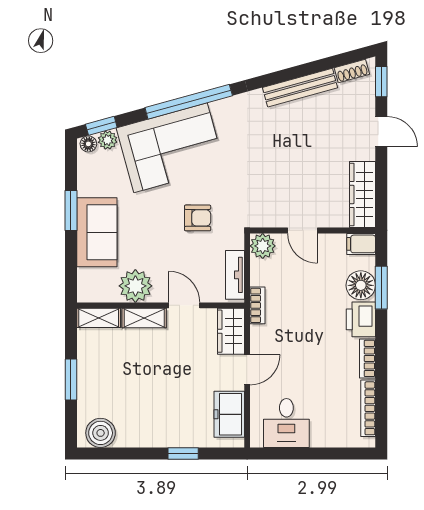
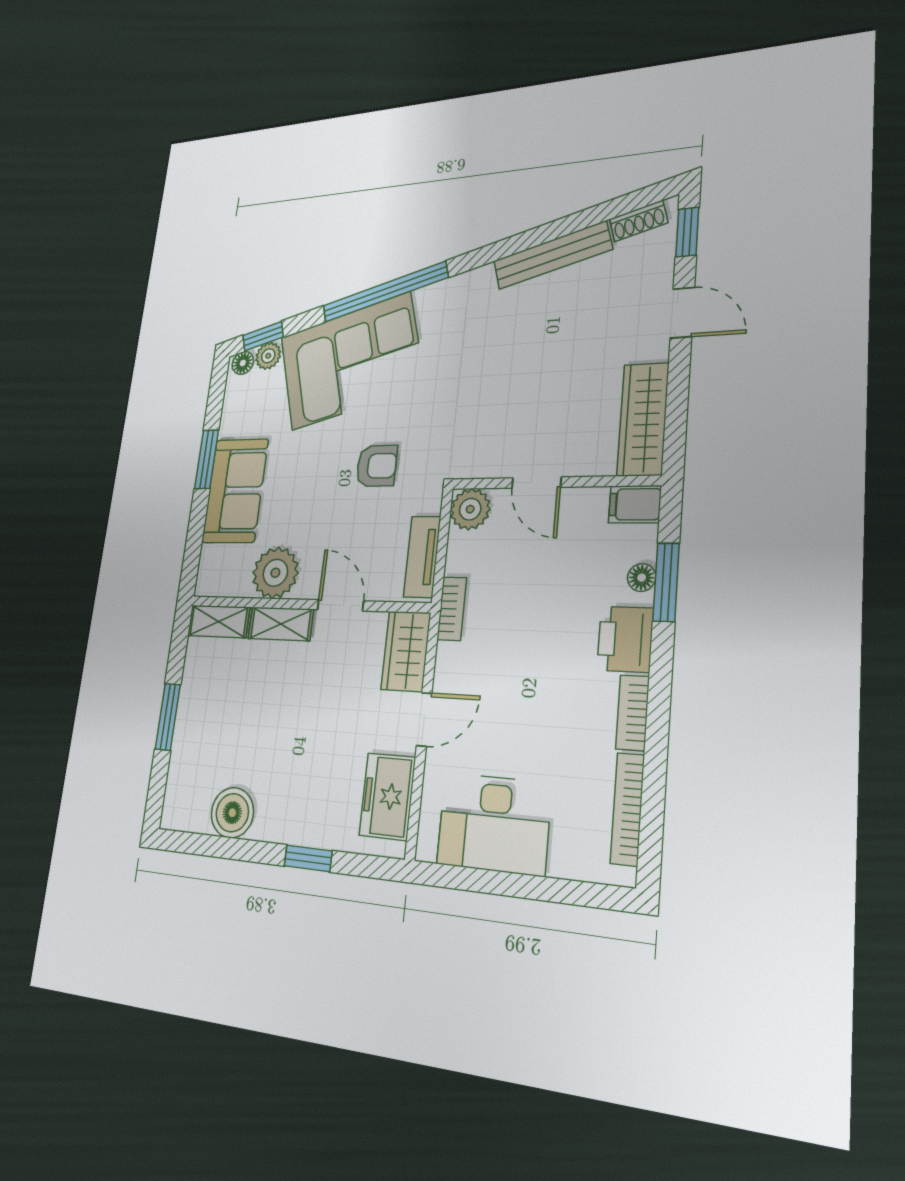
floor lamp: (361, 285) -> (642, 578), width x0.53, depth x0.53
desk: (286, 423) -> (494, 824), width x1.37
boiler: (101, 433) -> (232, 813), moved

